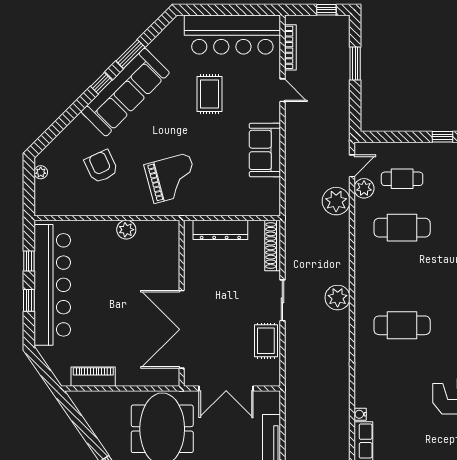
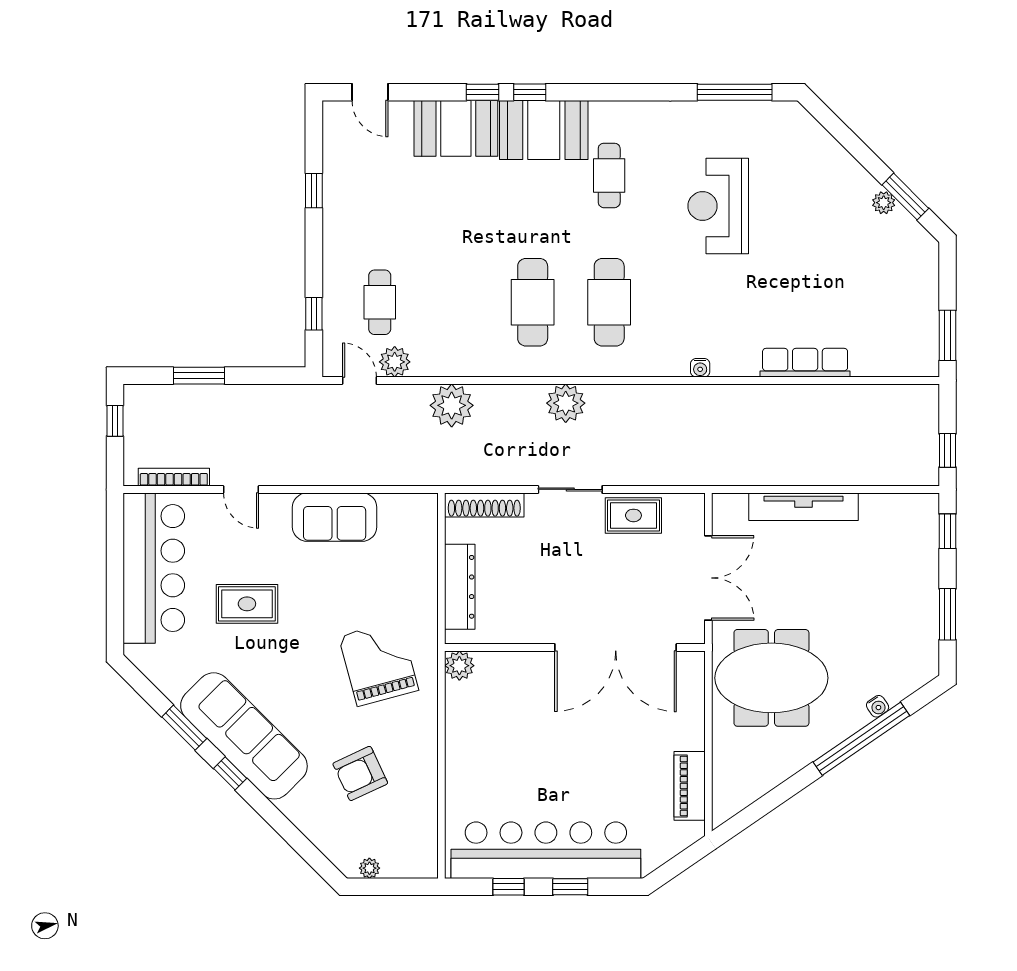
door: (282, 90) -> (241, 489), swing flipped
window: (443, 137) -> (314, 314), moved
plant: (336, 201) -> (452, 405), moved
cafe table: (402, 228) -> (533, 302), moved
plant: (126, 230) -> (459, 666), moved
water cooler: (360, 414) -> (700, 368), moved

